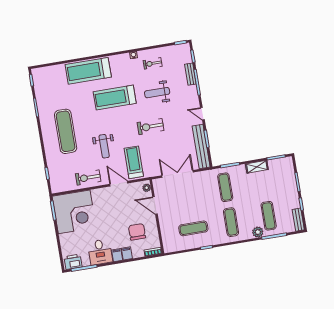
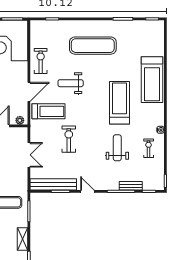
treadmill: (88, 71) -> (152, 80), turned 180
door: (202, 114) -> (87, 191), hinge flipped
exercise bike: (151, 127) -> (69, 139), moved
double door: (177, 174) -> (29, 155), width x0.73

